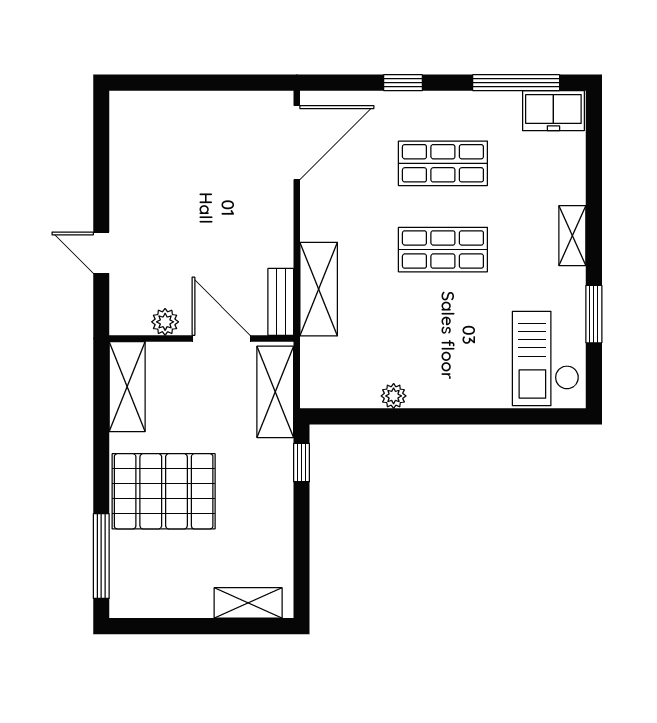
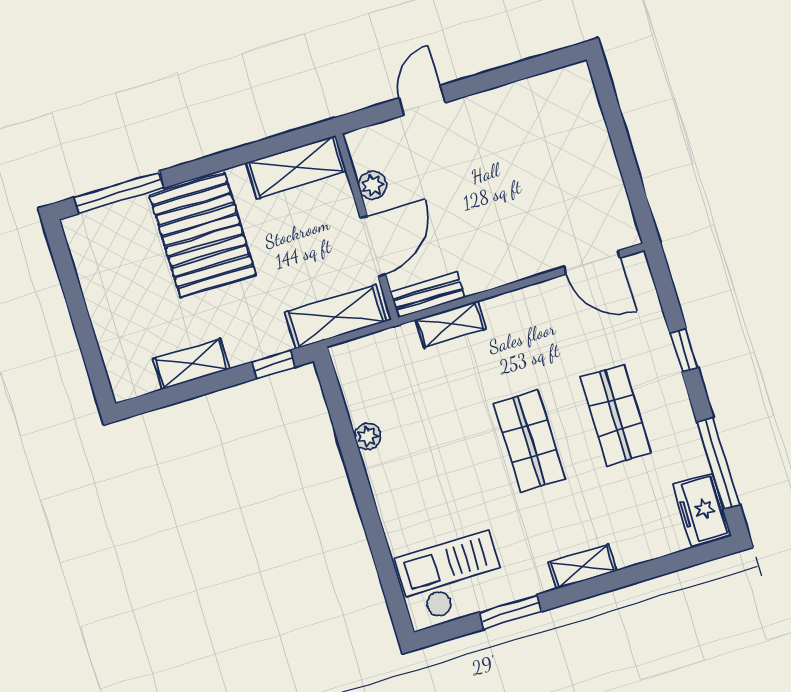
door: (297, 143) -> (592, 262), width x0.73
shelving: (319, 289) -> (450, 324), width x0.67, depth x0.75
shelving: (248, 603) -> (191, 364), moved, turned 90

